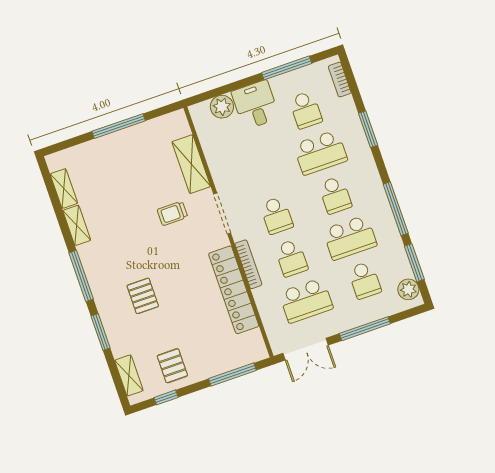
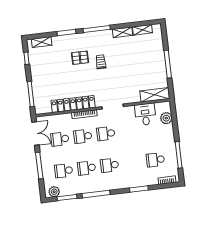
desk: (255, 105) -> (145, 114), moved, turned -90
school desk: (320, 152) -> (132, 162), removed
shelving: (191, 164) -> (155, 95), moved
trolley: (172, 213) -> (101, 62), moved
school desk: (350, 238) -> (87, 168), width x0.54
school desk: (306, 300) -> (60, 139), width x0.54
double door: (306, 349) -> (35, 134), swing flipped
pallet: (172, 366) -> (42, 65), removed

